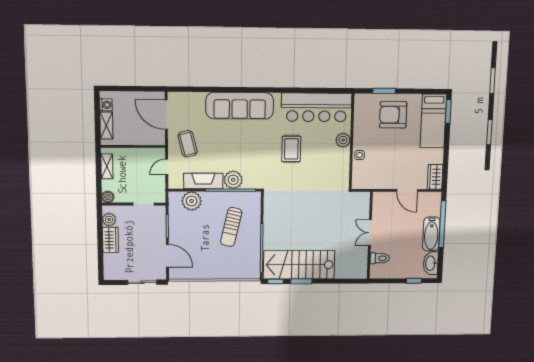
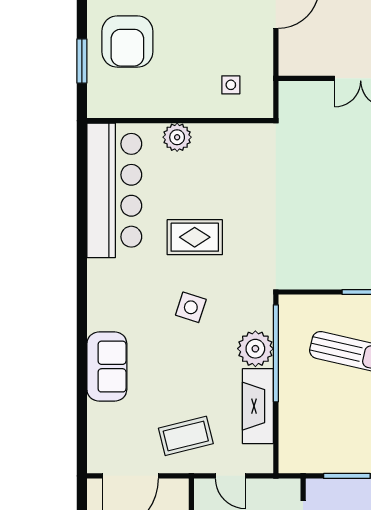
sofa: (240, 106) -> (107, 367), width x0.54, depth x0.79
side table: (255, 147) -> (191, 307), added
side table: (360, 155) -> (231, 85), moved
plant: (192, 201) -> (297, 429), removed

